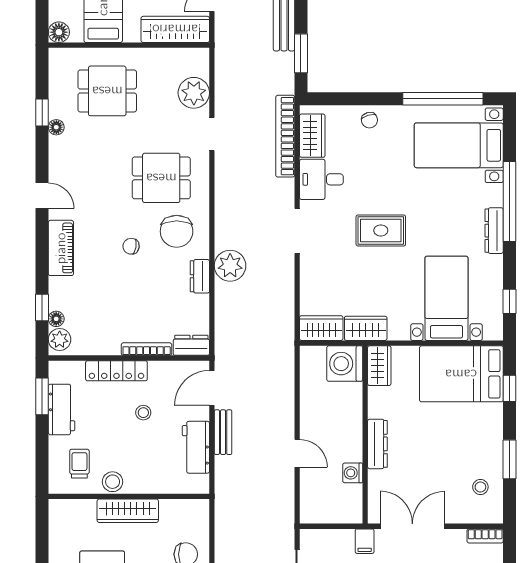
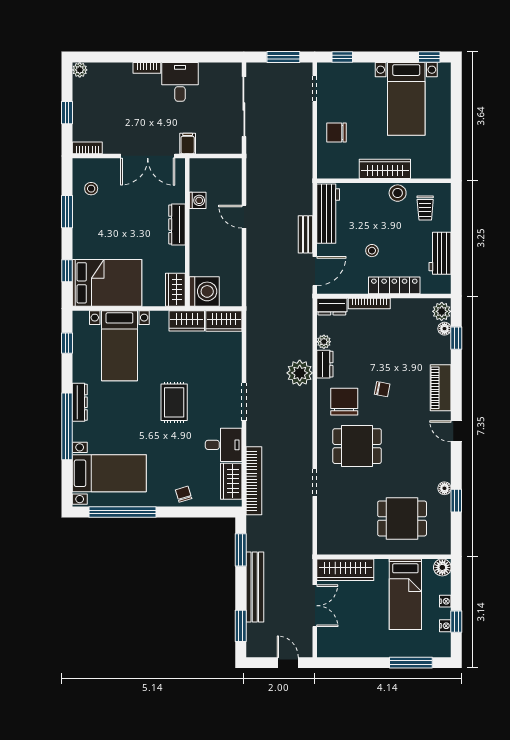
plant: (194, 93) -> (324, 342), moved, width x0.53, depth x0.53
rug: (381, 230) -> (174, 402), turned 90
window: (42, 396) -> (456, 264), removed
workbench: (196, 447) -> (328, 214), width x1.38

